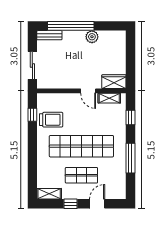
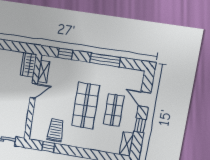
shop shelf: (81, 146) -> (86, 106), width x0.71

